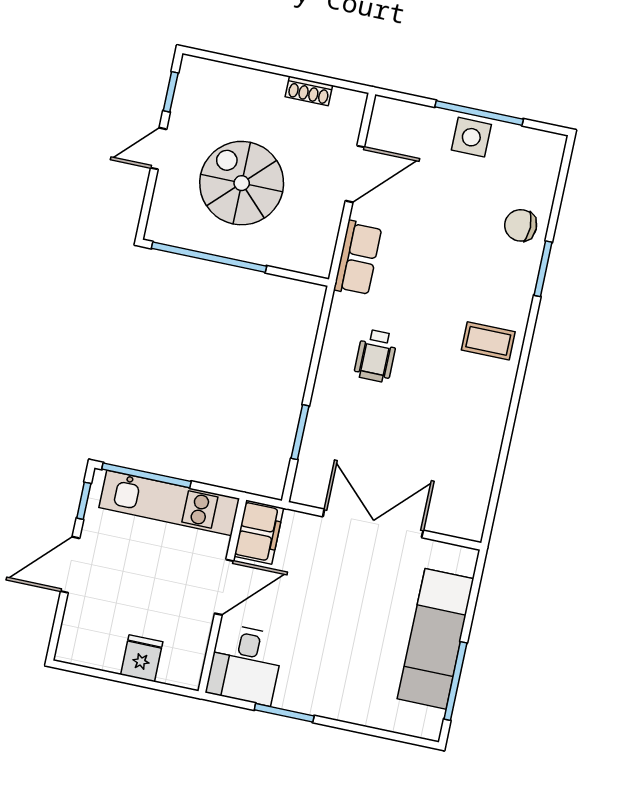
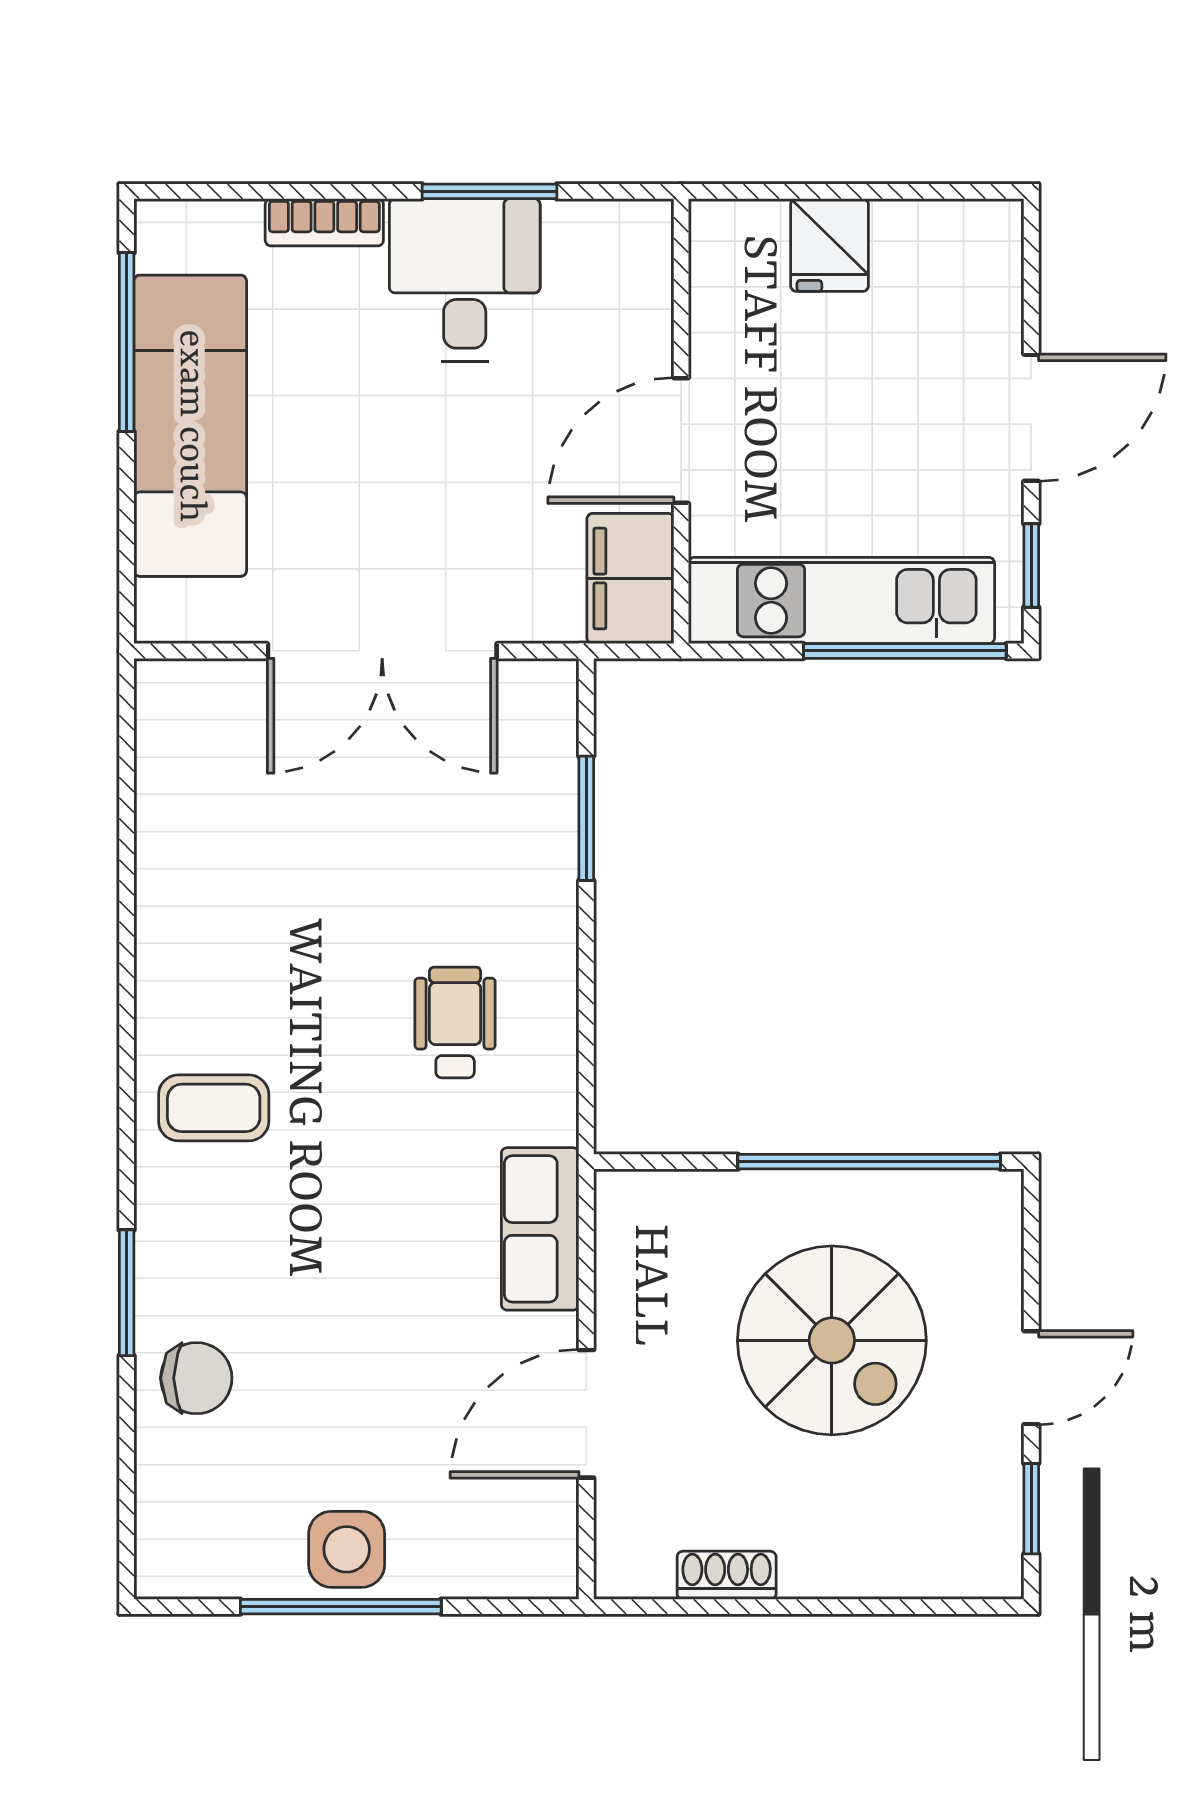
desk: (245, 664) -> (465, 280), moved
bookcase: (359, 715) -> (324, 222), added

